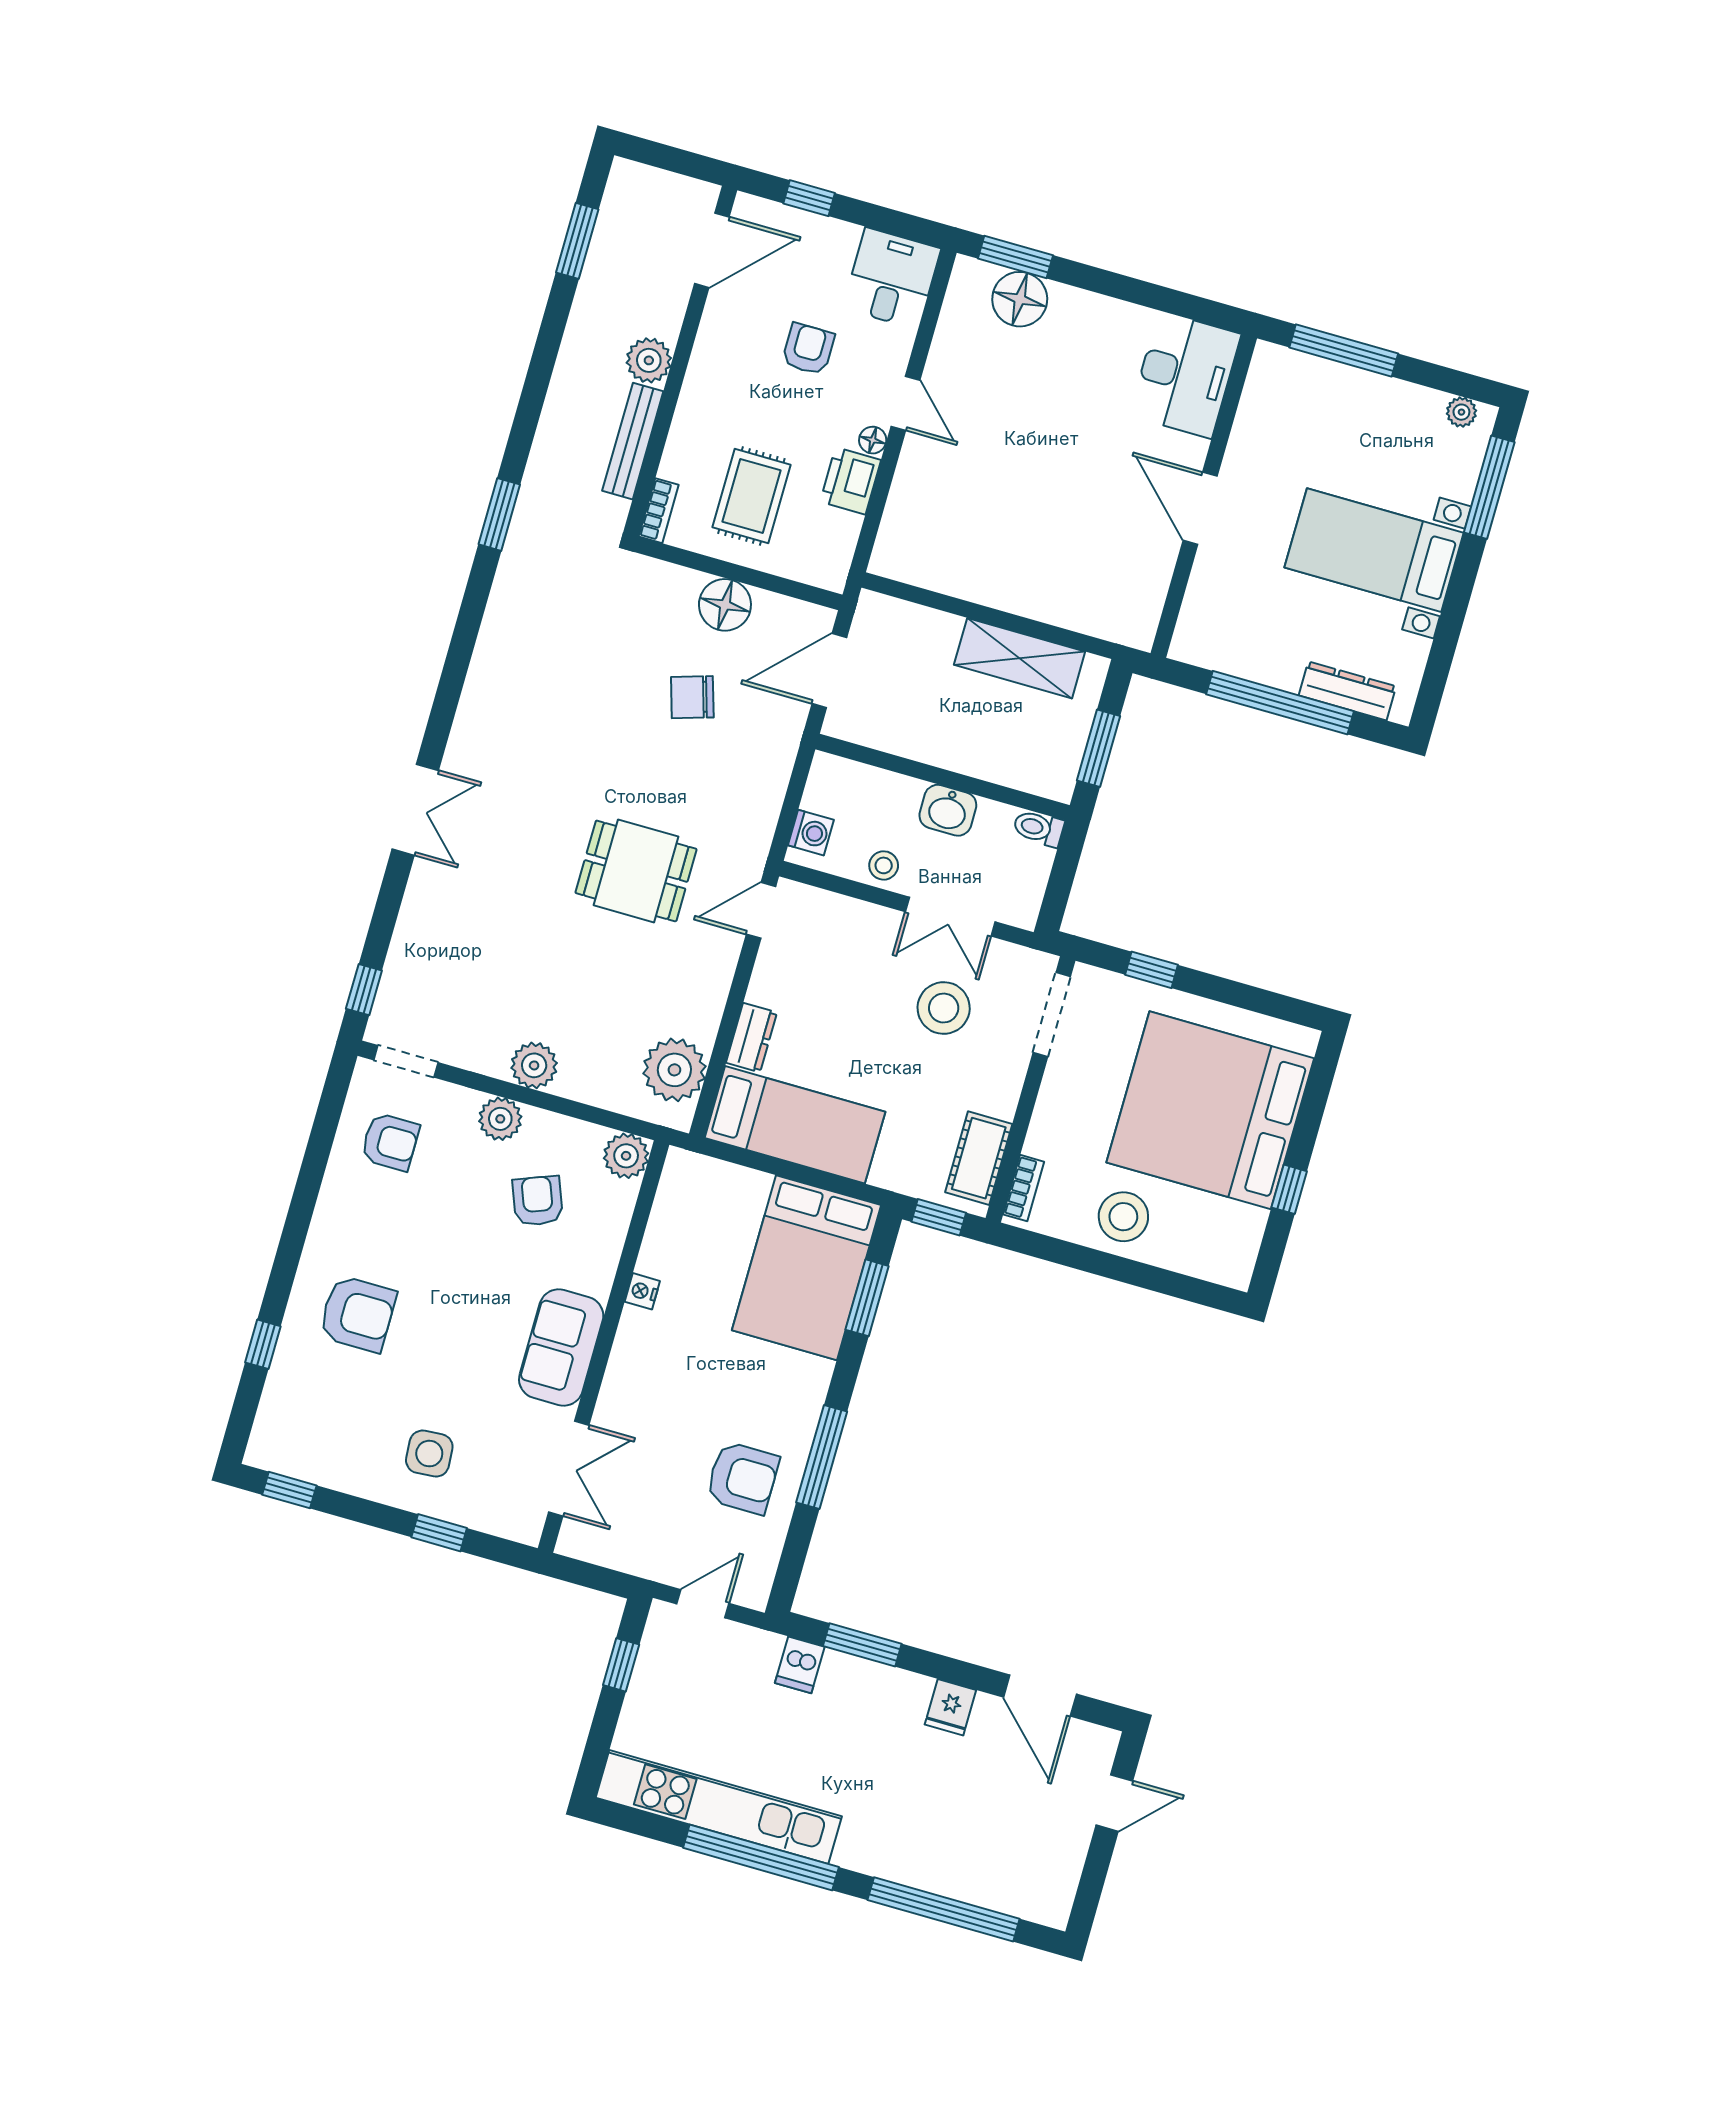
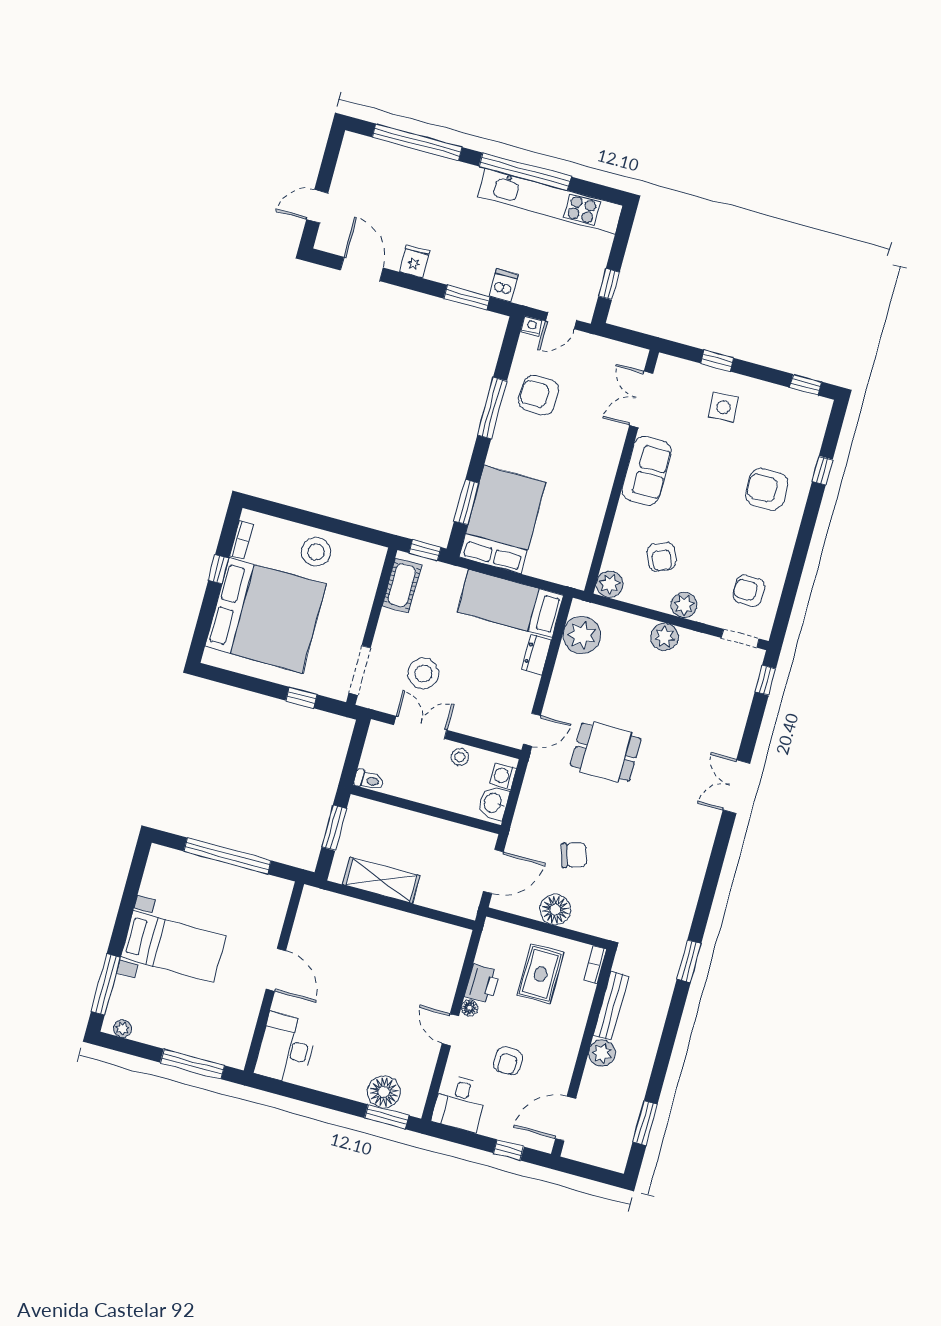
dresser: (1347, 691) -> (188, 863), removed
washbasin: (948, 810) -> (493, 803), moved, turned -90
bookcase: (1024, 1188) -> (242, 540), moved, turned 180
nightstand: (642, 1291) -> (532, 326), moved, turned -90

